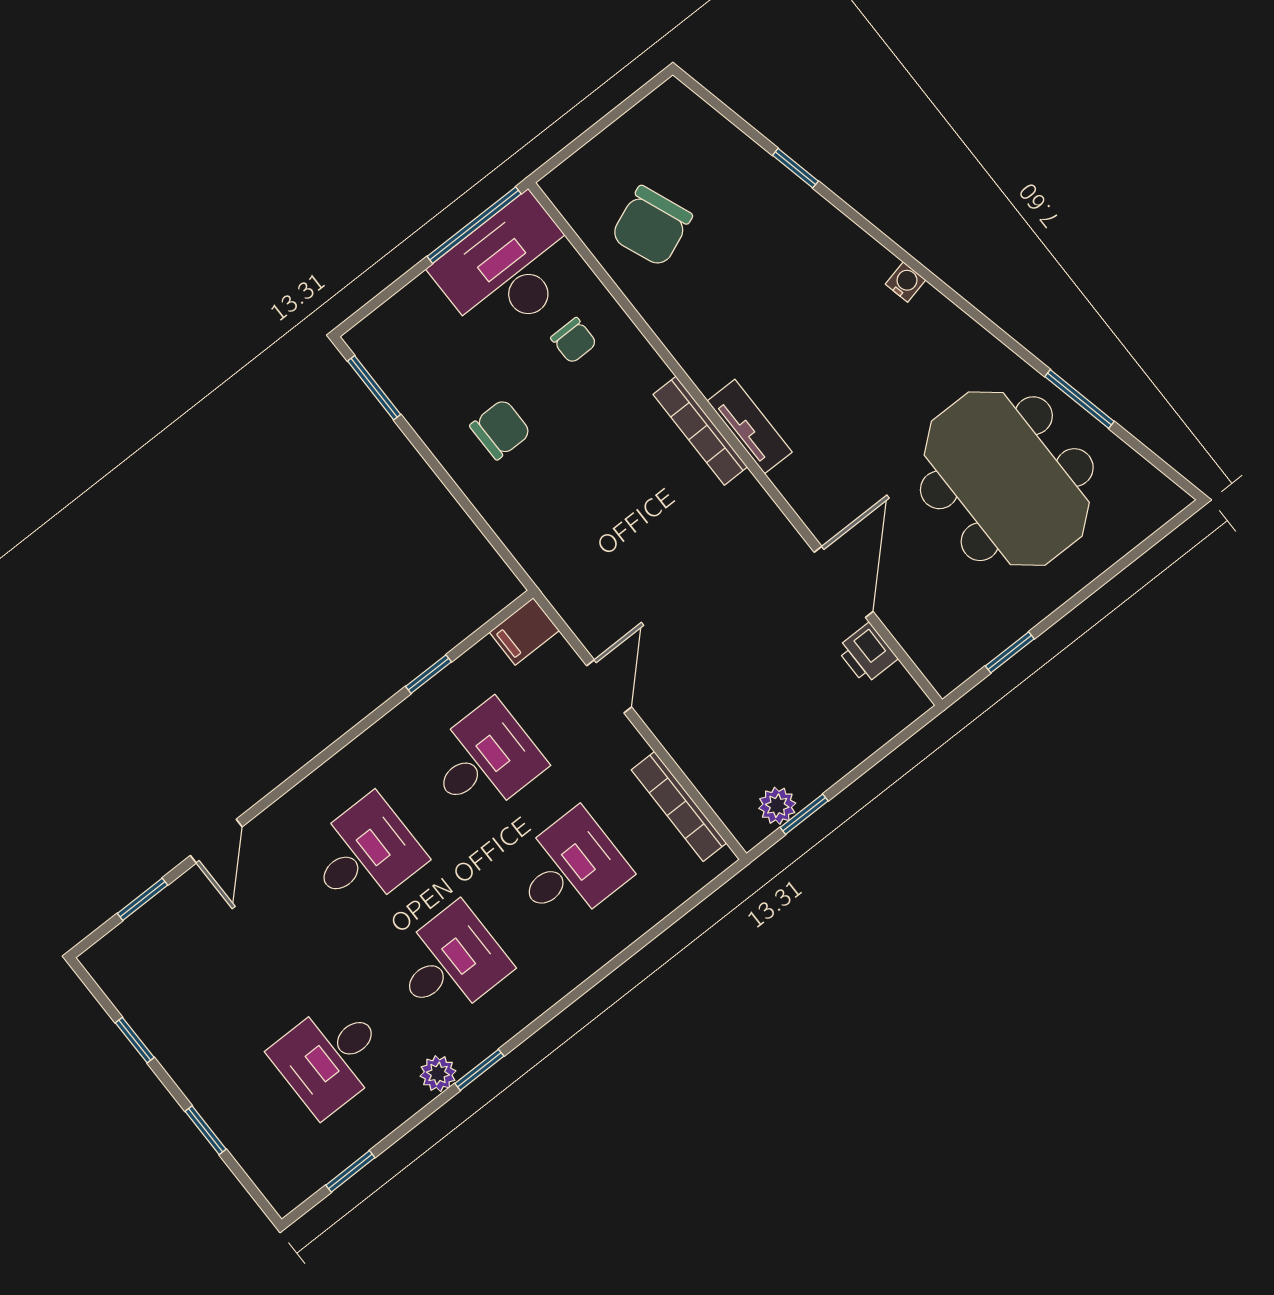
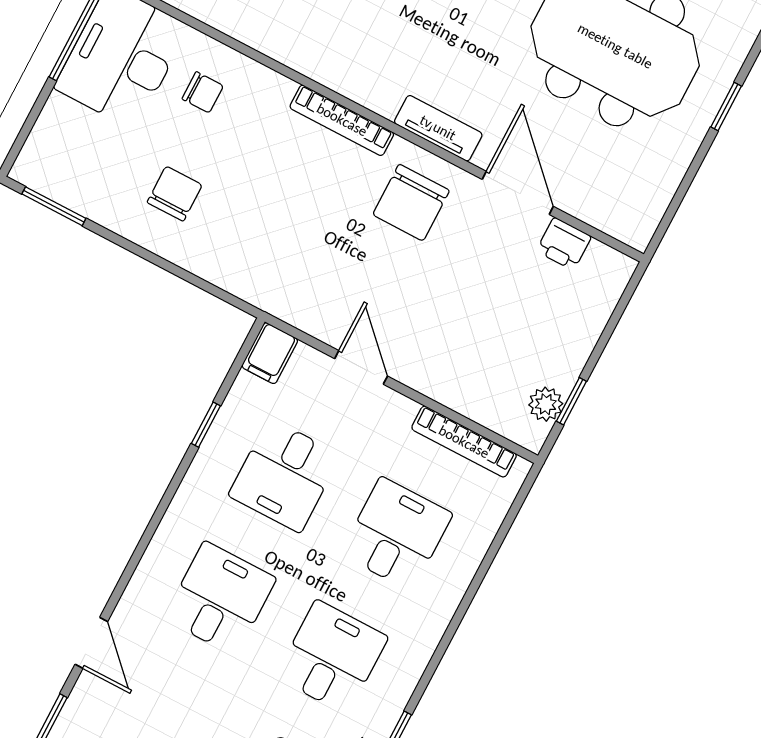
tv unit: (750, 426) -> (438, 128), moved
chair: (733, 544) -> (411, 203), added
window: (1010, 652) -> (726, 107), moved
desk: (484, 760) -> (285, 475), turned 180

